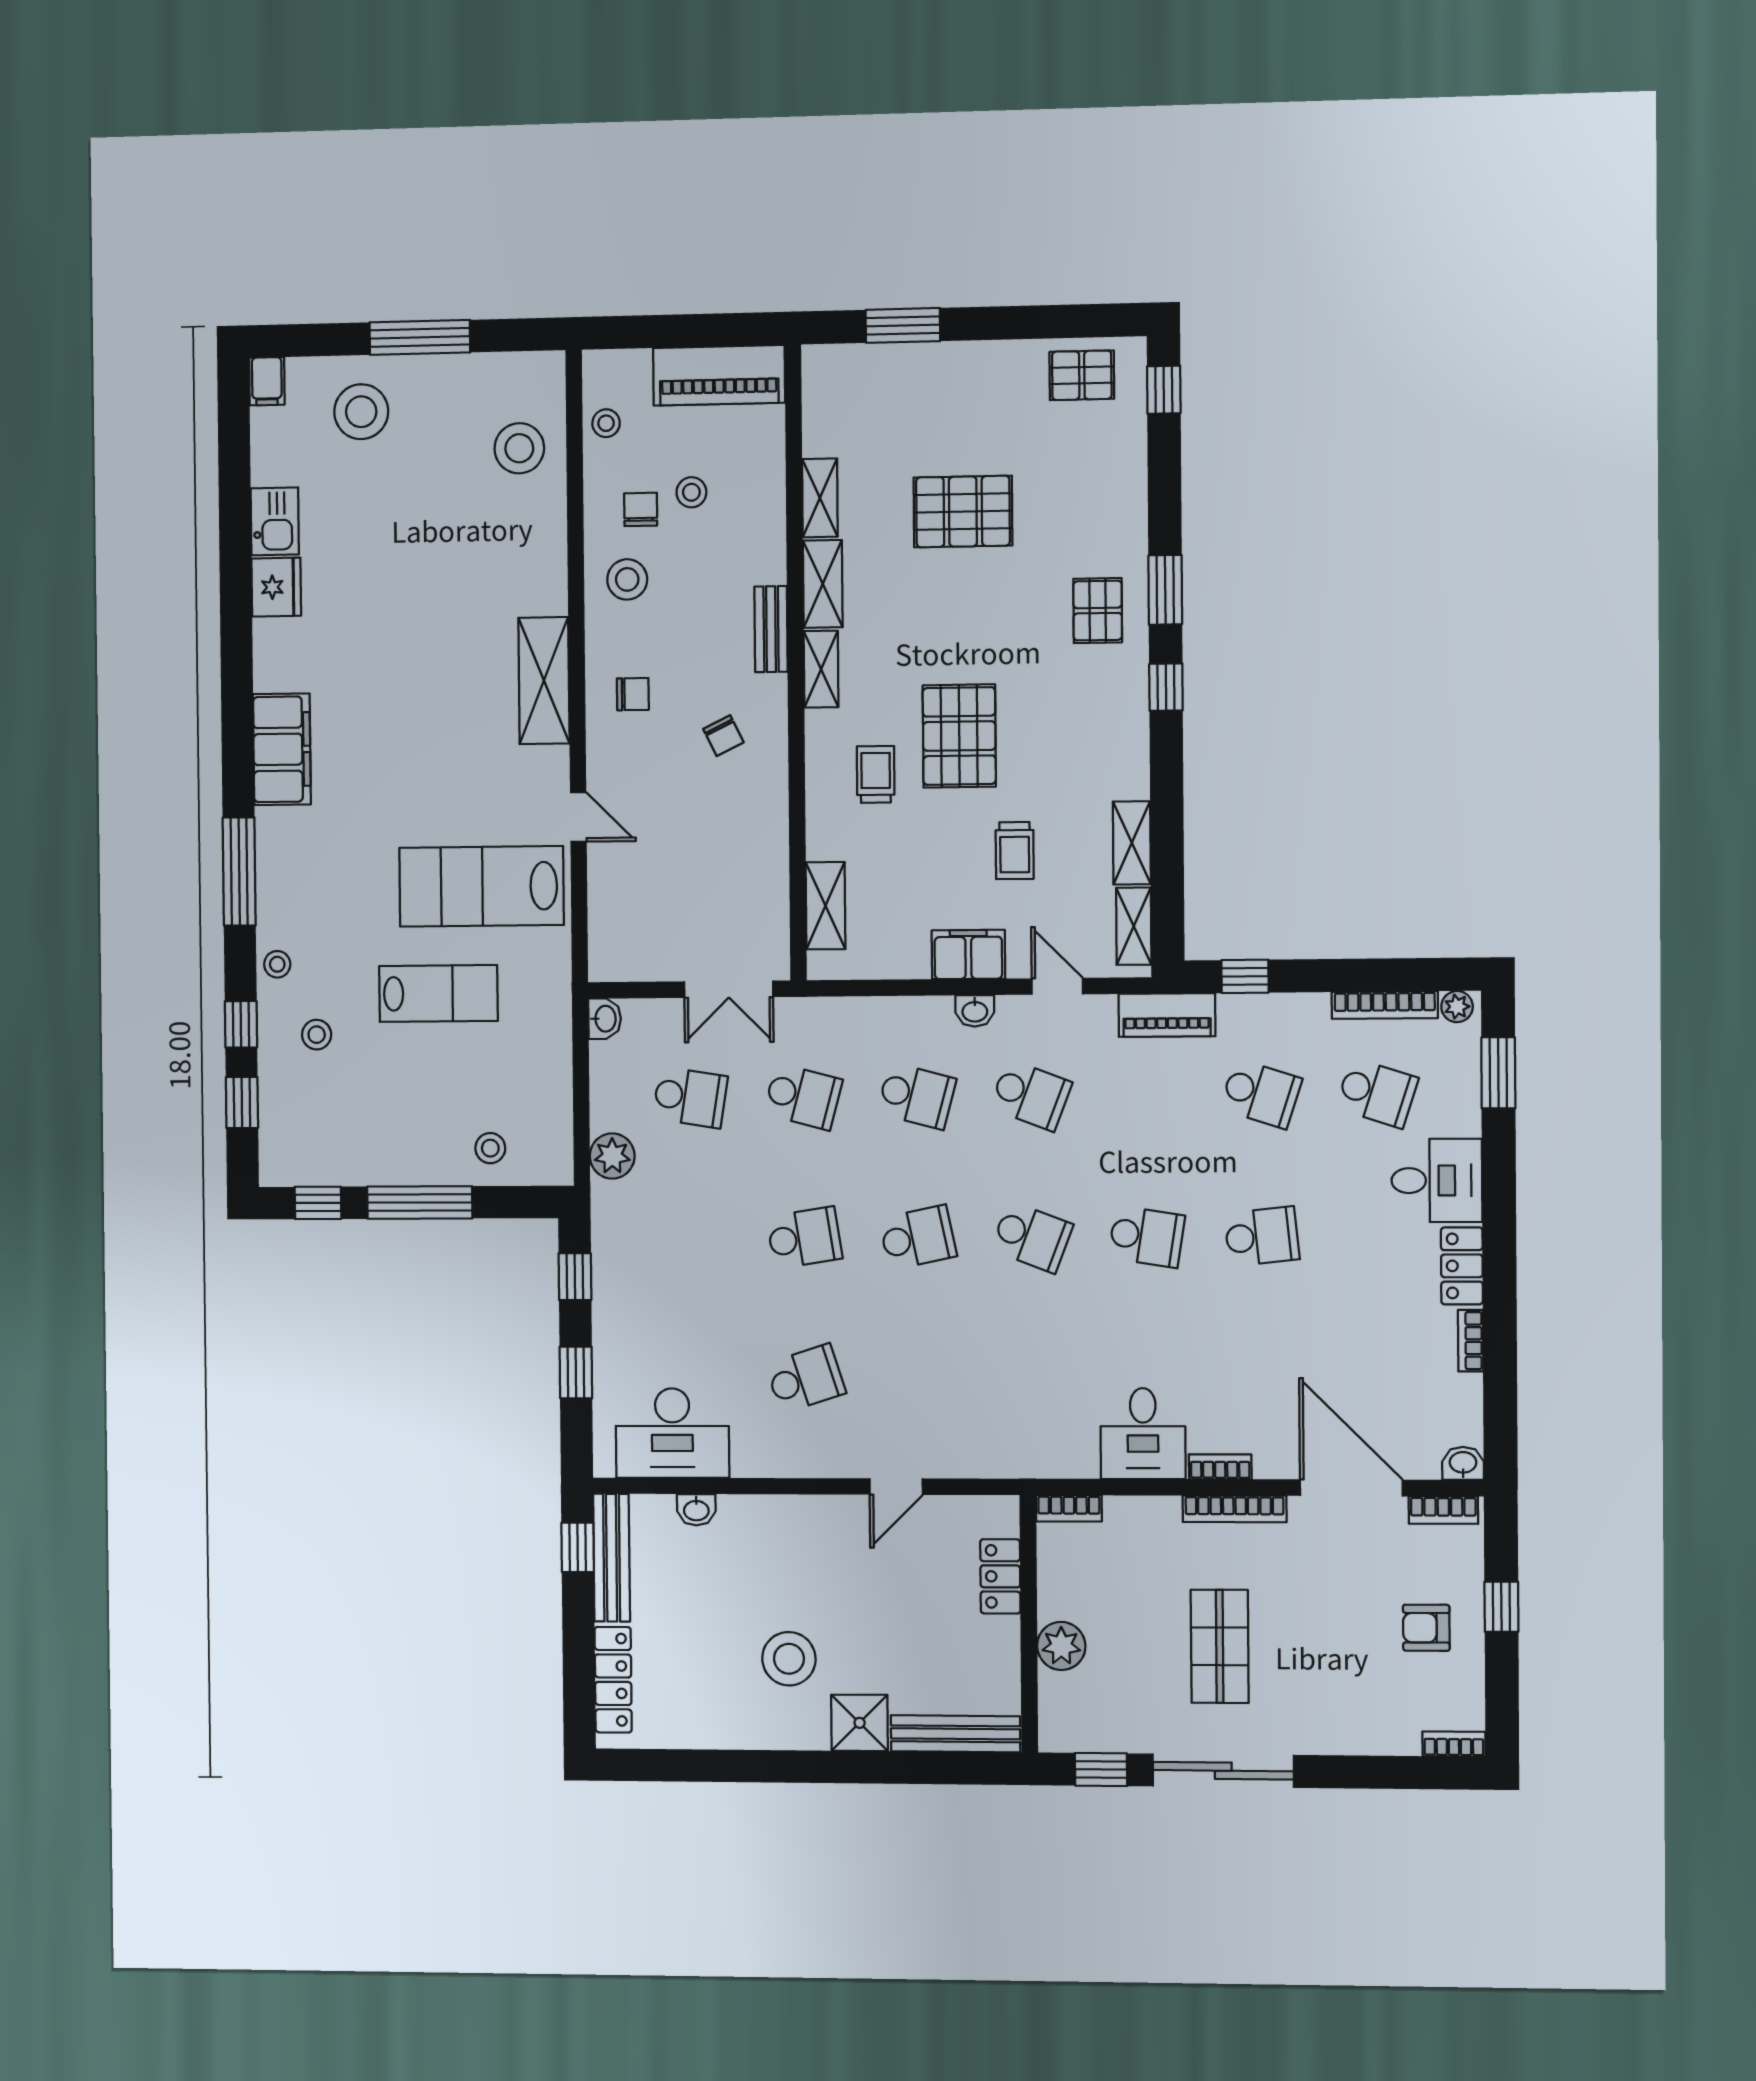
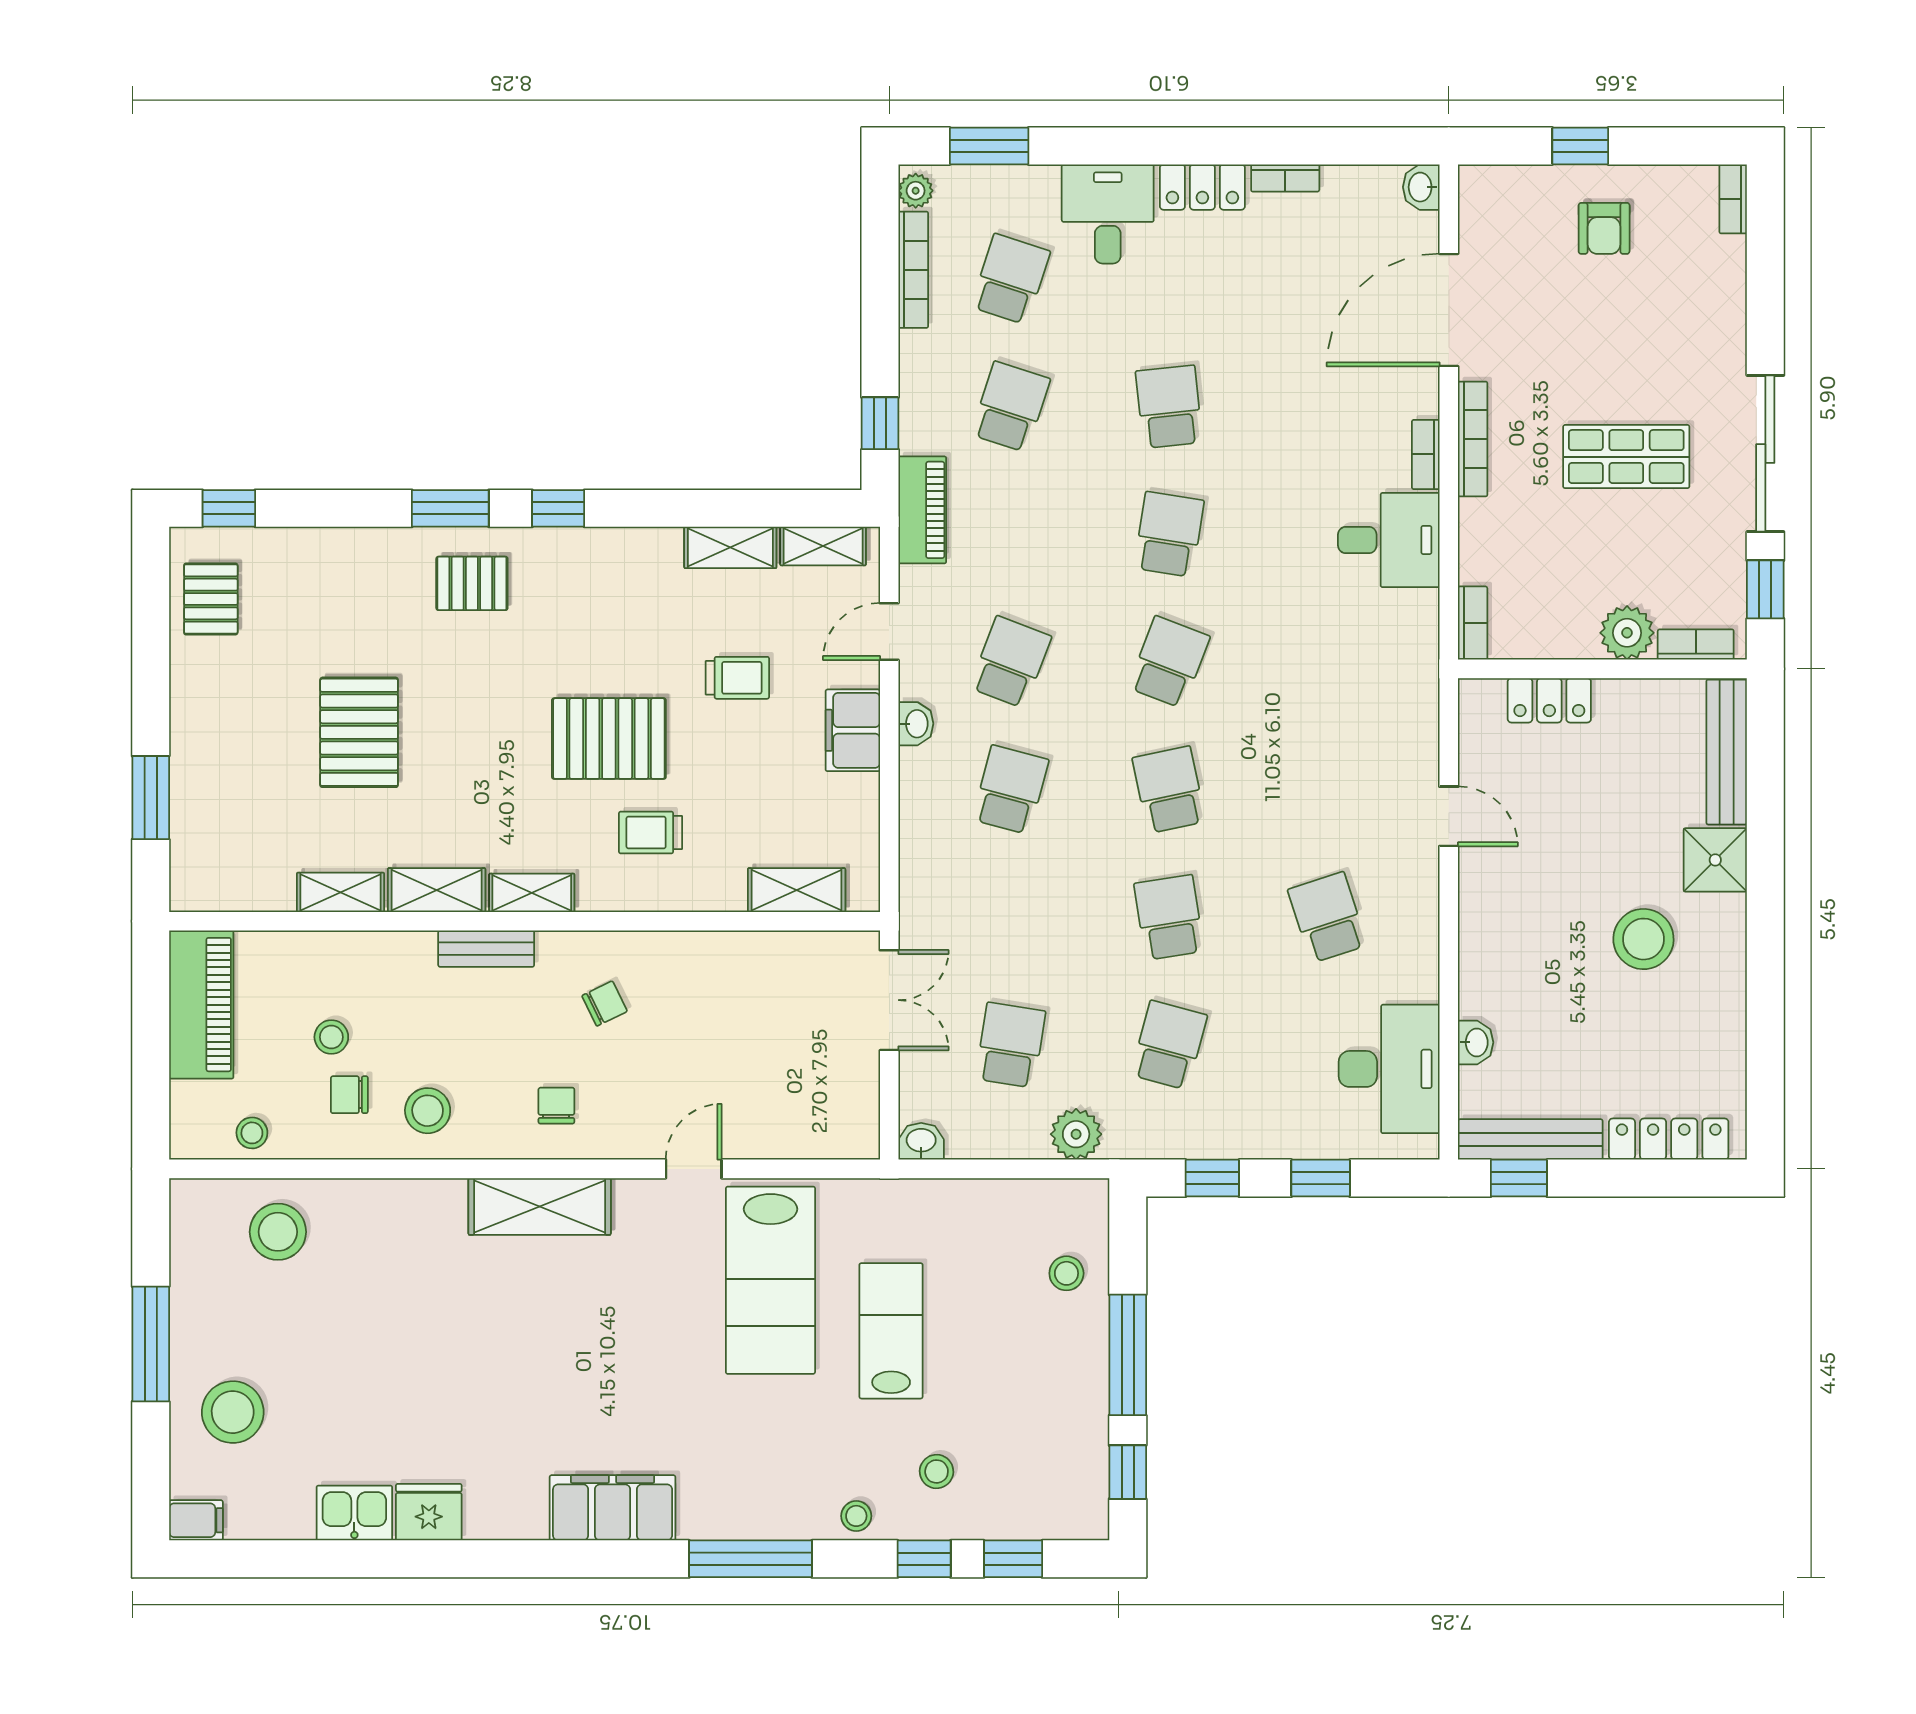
school desk: (803, 1097) -> (1169, 1045), moved
bookcase: (1443, 1510) -> (1696, 645), moved, turned -90

